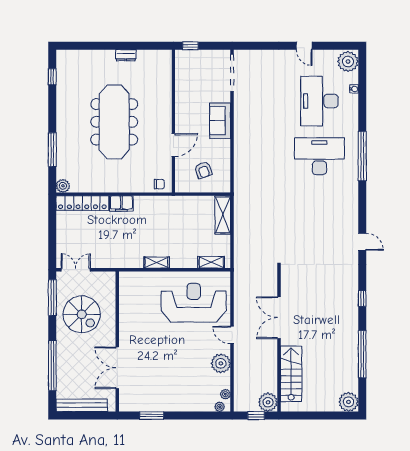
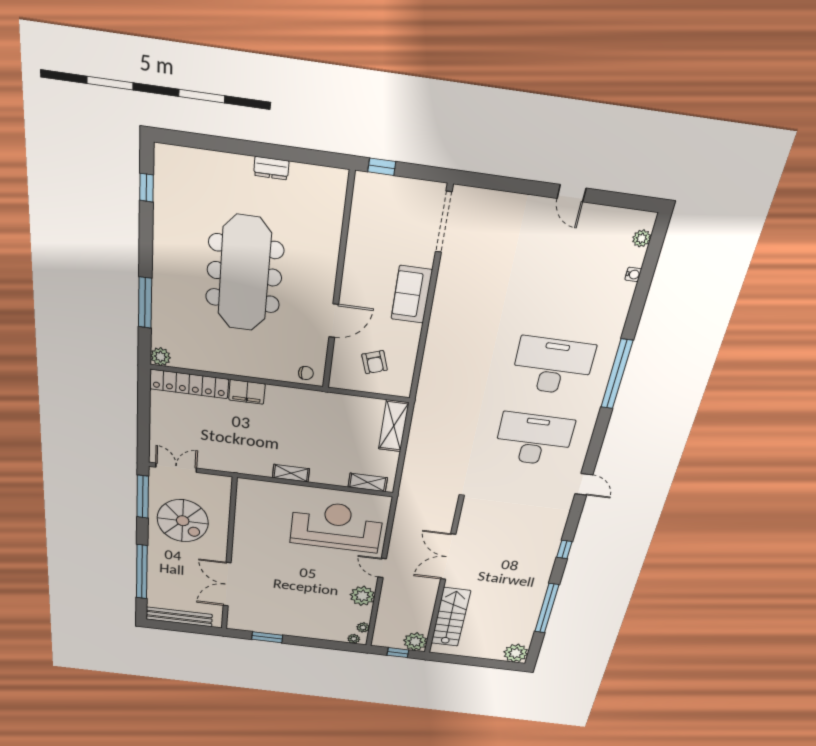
plant: (348, 62) -> (642, 238), width x0.53, depth x0.53
desk: (319, 101) -> (534, 439), moved, turned 90

